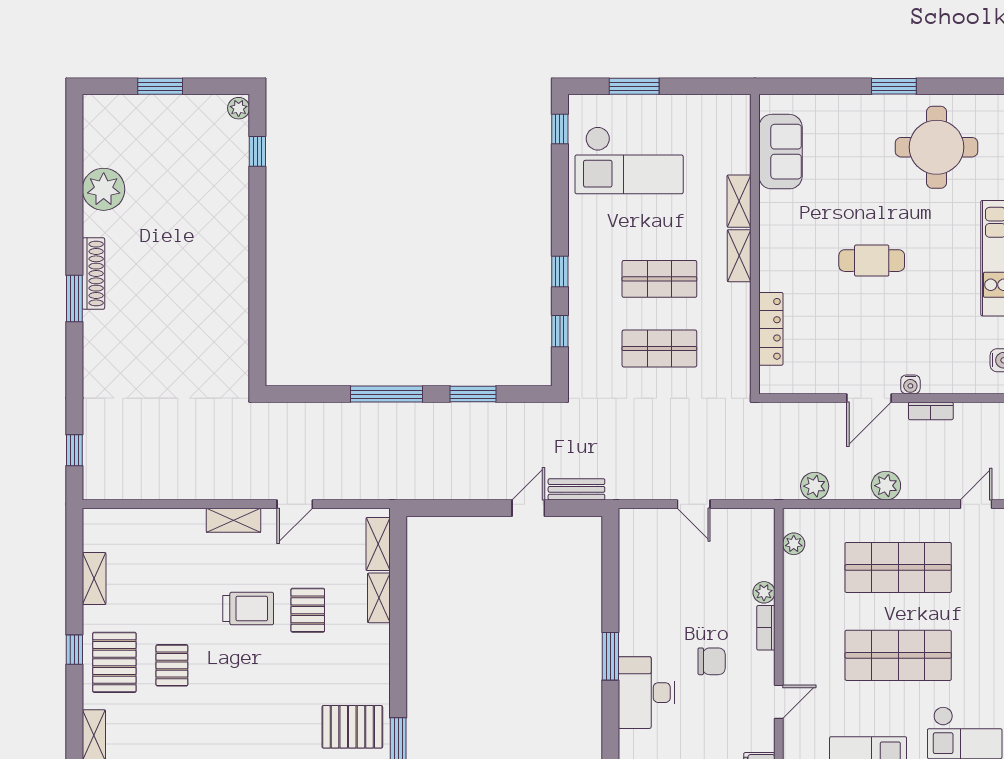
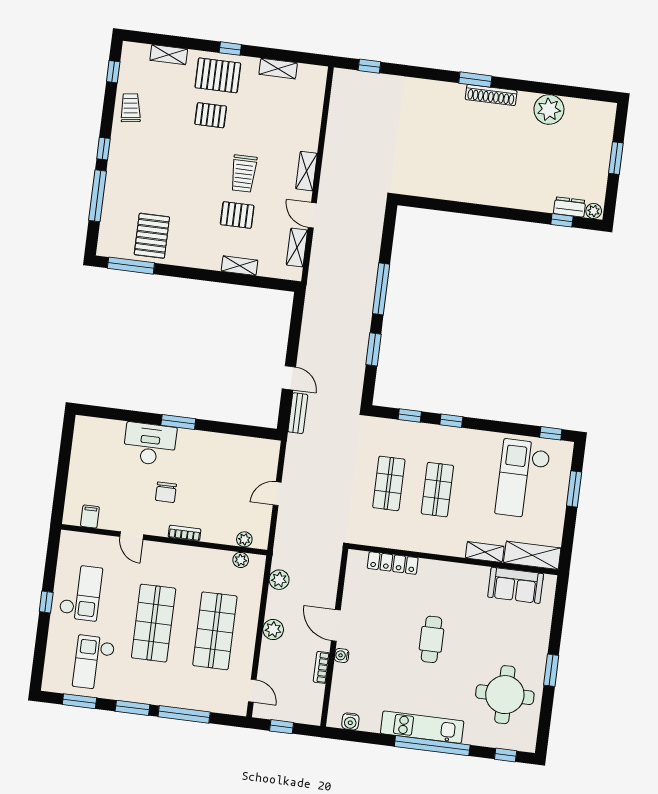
dresser: (237, 143) -> (570, 207), added
shelving: (739, 256) -> (532, 555), moved, width x1.50, depth x1.33
shelving: (378, 544) -> (297, 248), moved, turned 90
plant: (764, 592) -> (244, 539), moved

